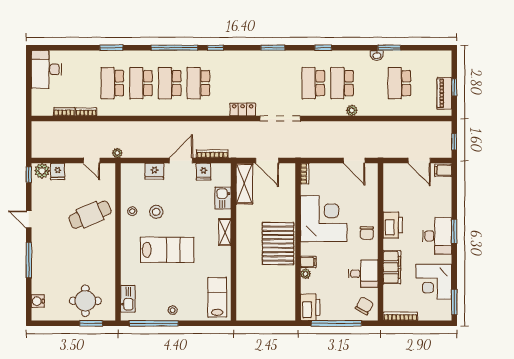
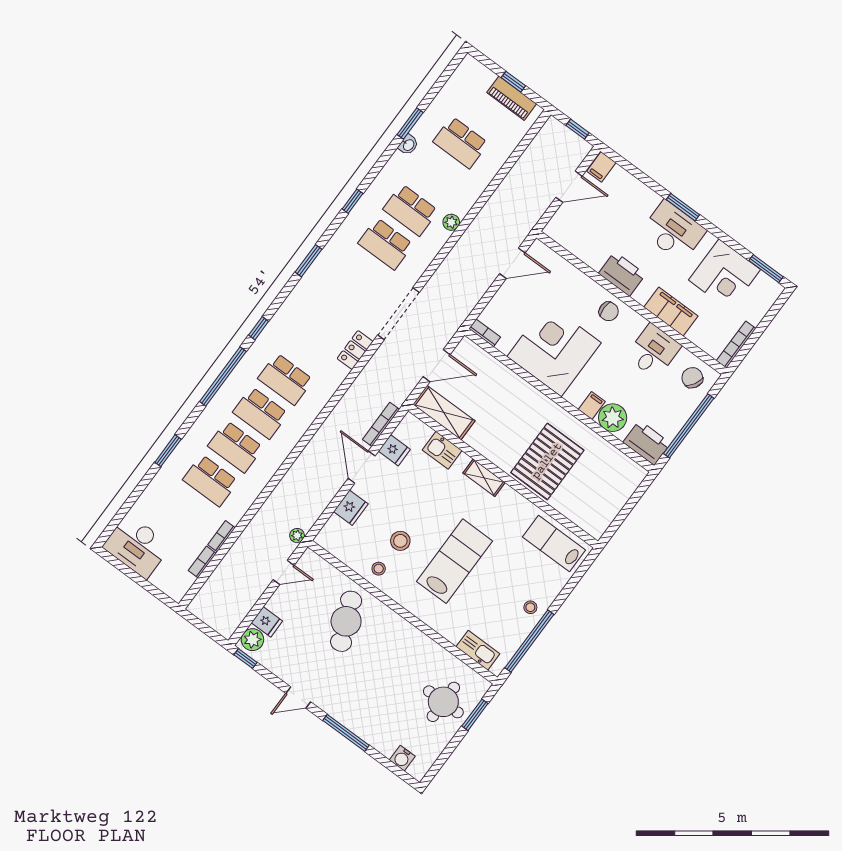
pallet: (278, 244) -> (547, 461), moved, turned 90
plant: (306, 274) -> (613, 418), width x1.88, depth x1.88

